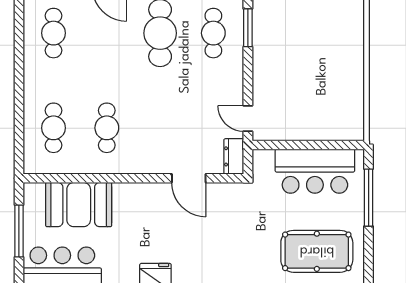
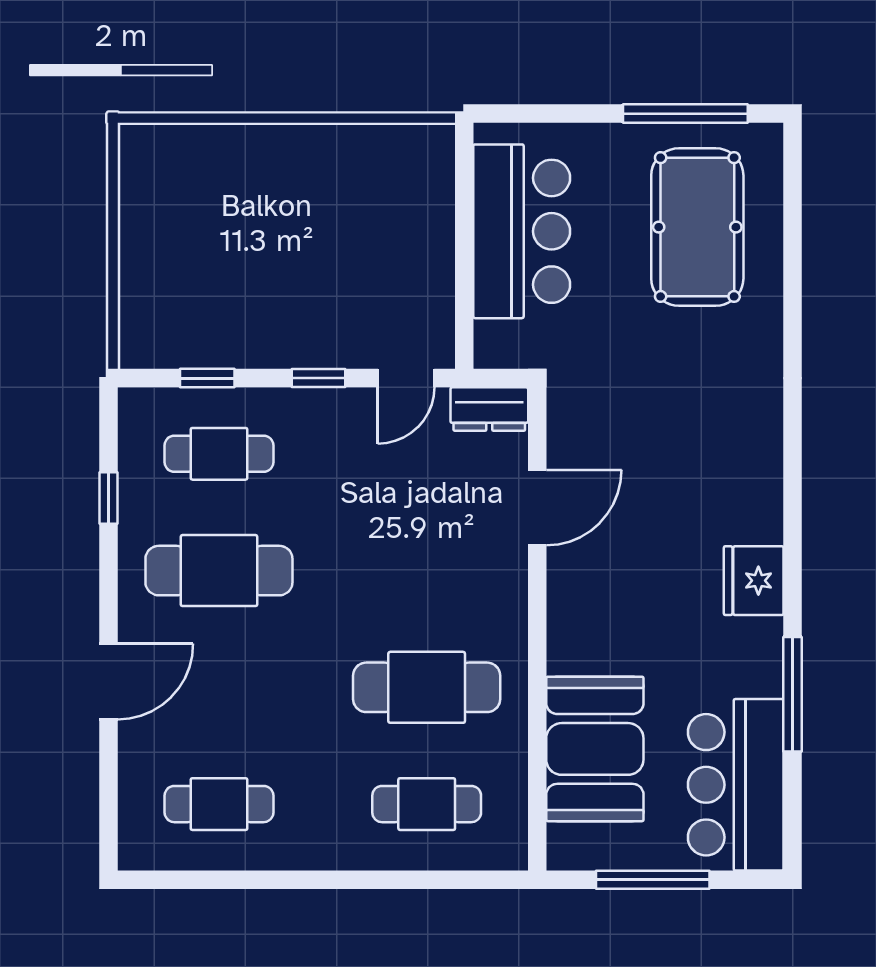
window: (248, 28) -> (207, 378), width x0.67
window: (248, 79) -> (319, 378), added
cafe table: (107, 128) -> (427, 687), width x1.37, depth x1.35
window: (369, 198) -> (685, 114), moved

